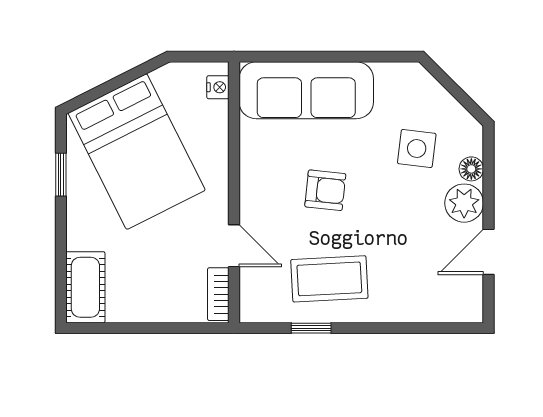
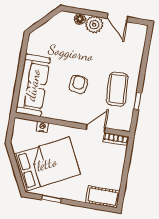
nightstand: (218, 87) -> (42, 127), moved
side table: (417, 149) -> (67, 41), removed

